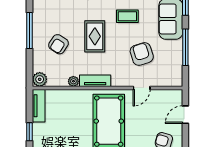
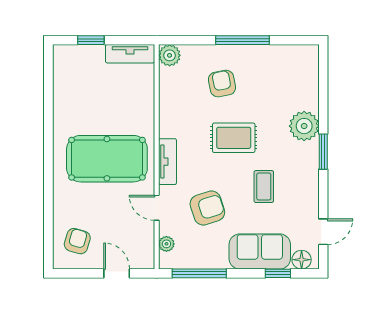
armchair: (59, 44) -> (222, 84), turned 46
window: (185, 47) -> (199, 273), moved
plant: (73, 81) -> (166, 244), moved
tv unit: (95, 81) -> (168, 162), moved

